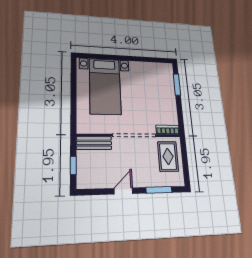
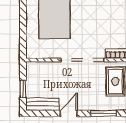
bench: (94, 143) -> (42, 104), moved

